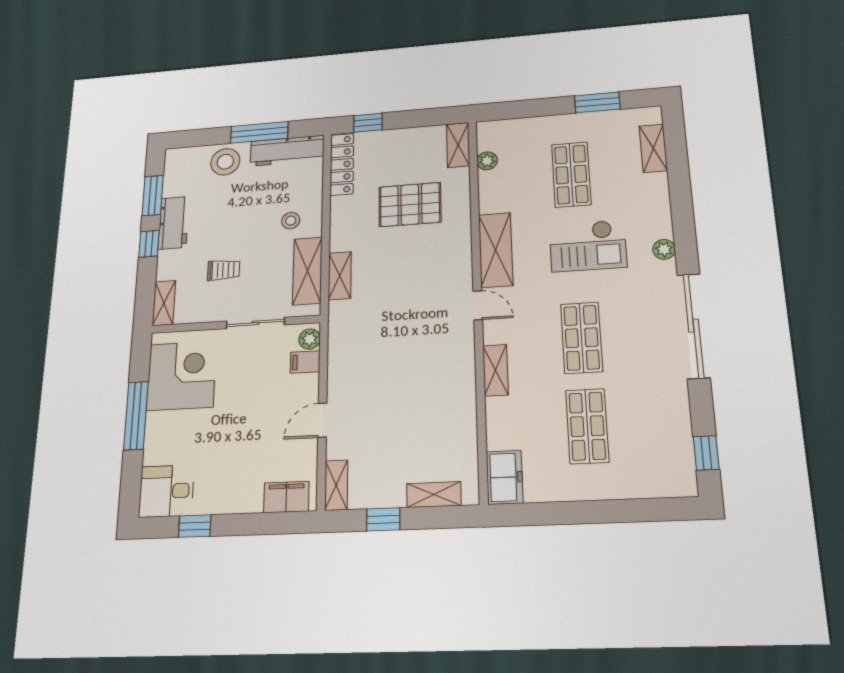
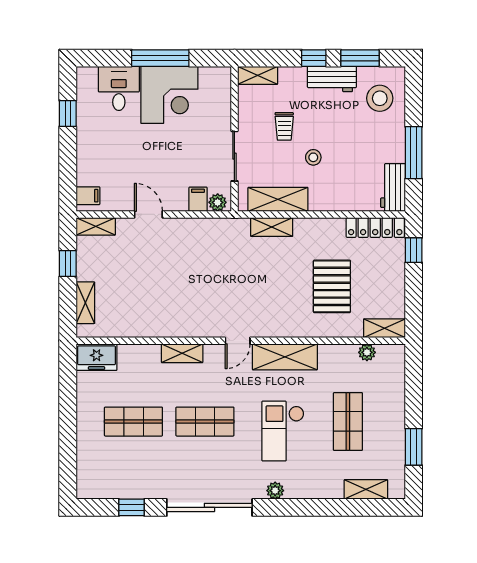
workbench: (287, 151) -> (393, 187), width x0.73
stool: (225, 162) -> (380, 98), moved
shop shelf: (571, 175) -> (348, 422), turned 90
stool: (291, 221) -> (313, 157), moved
corner desk: (181, 376) -> (169, 95), moved
window: (706, 453) -> (132, 507), moved
desk: (166, 491) -> (119, 88), moved
filing cabinet: (286, 497) -> (88, 196), width x0.50

